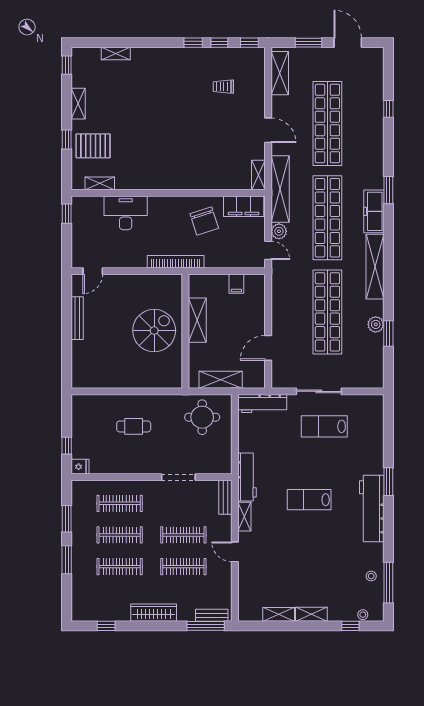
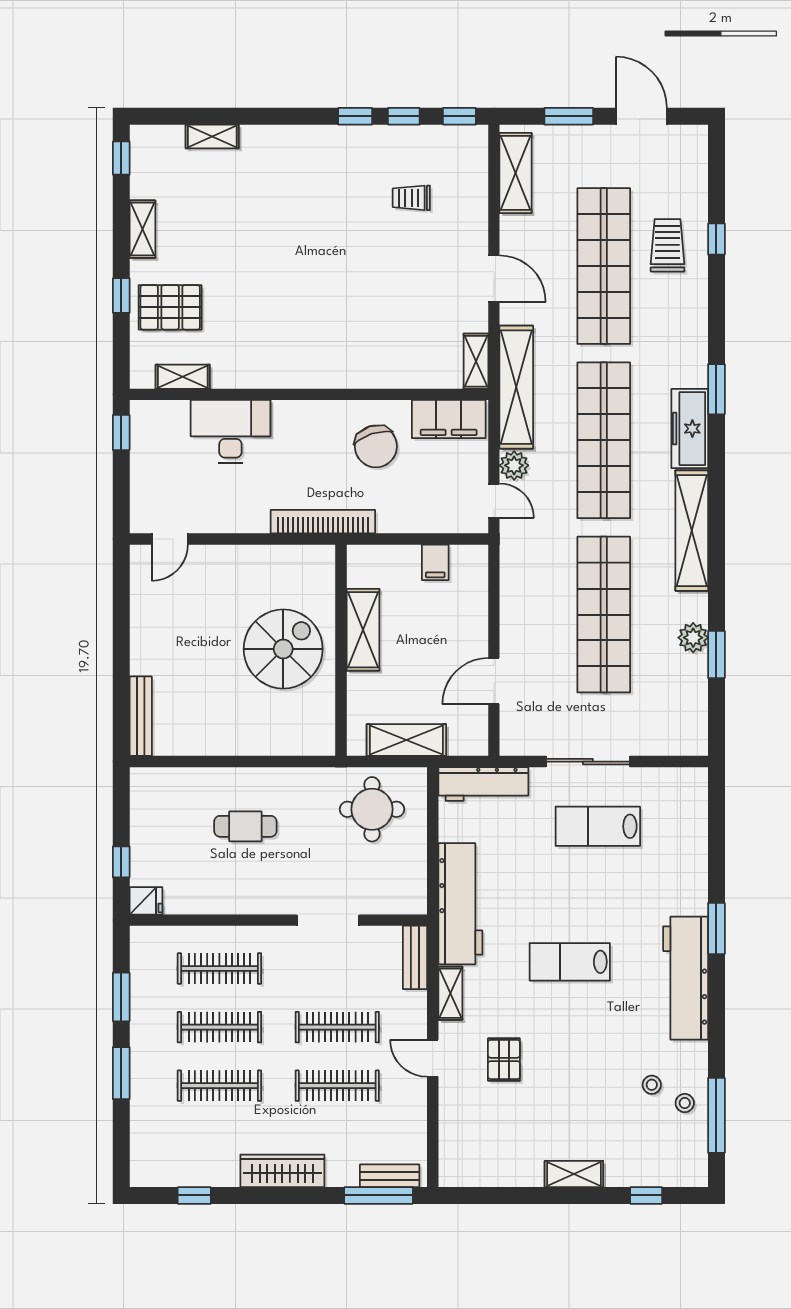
trolley: (362, 112) -> (667, 245), added
bench: (77, 318) -> (141, 716), moved
workbench: (247, 477) -> (460, 904), width x1.36, depth x1.32
pallet: (273, 552) -> (504, 1059), added
shelving: (279, 614) -> (513, 1174), removed
stool: (363, 615) -> (652, 1085), moved

